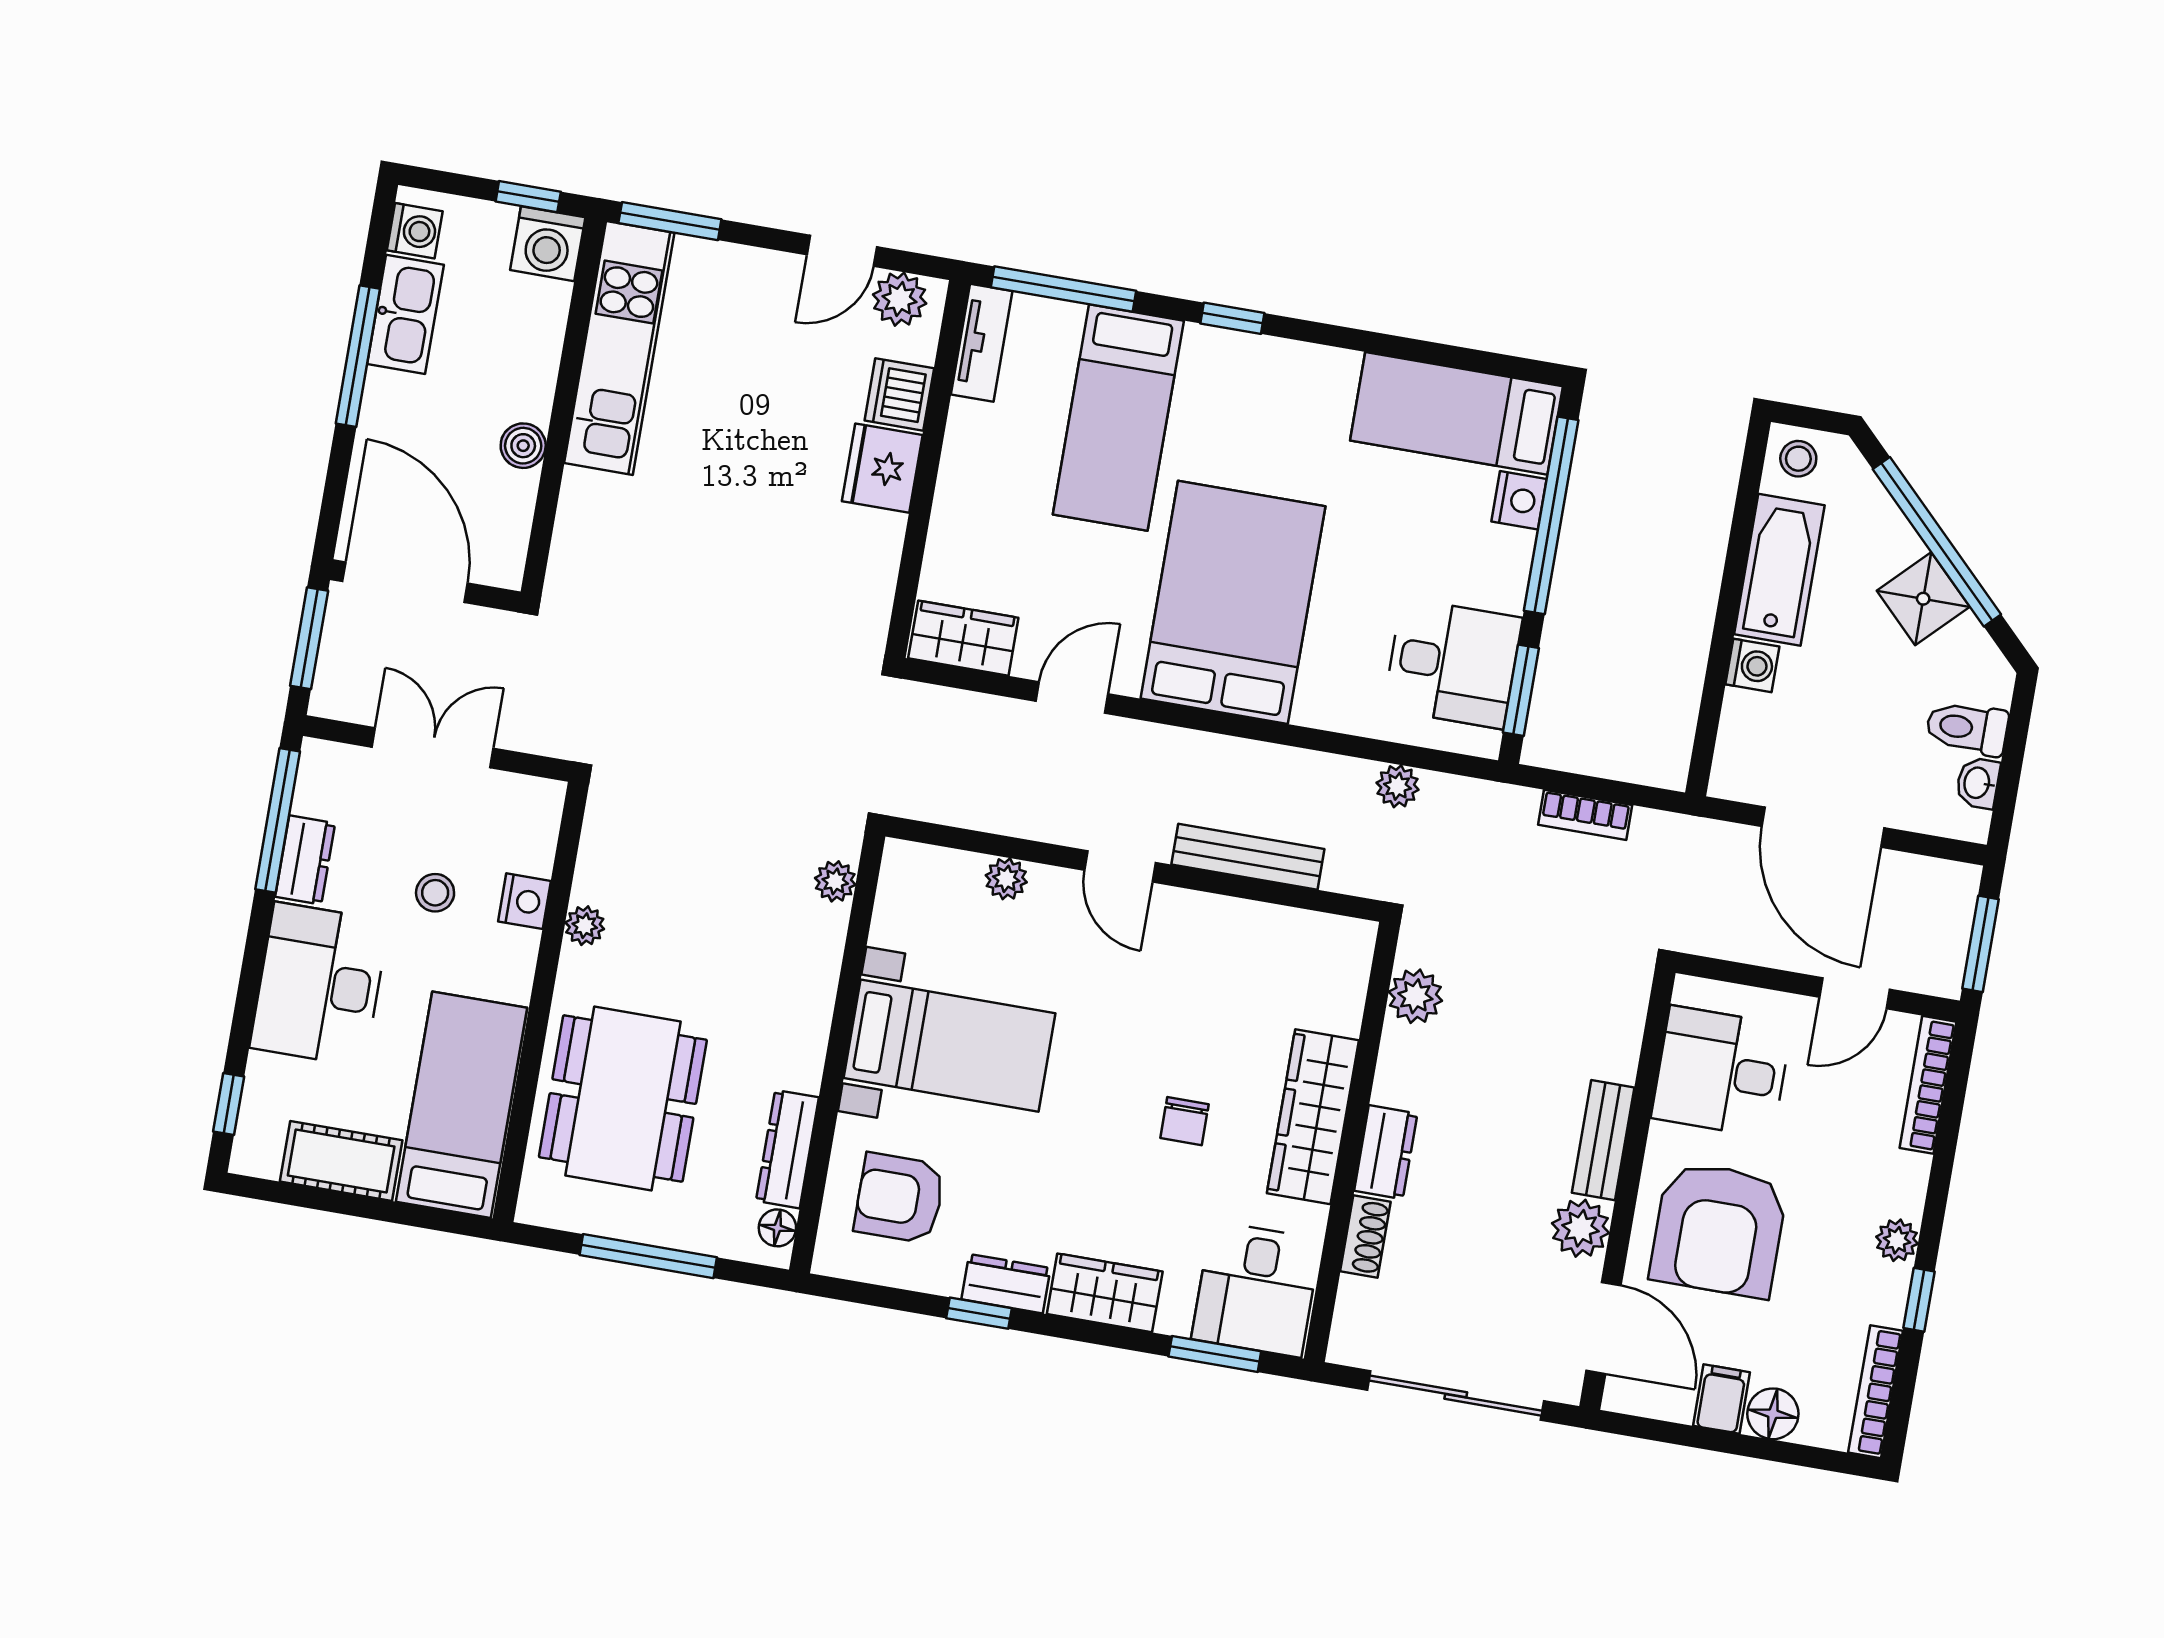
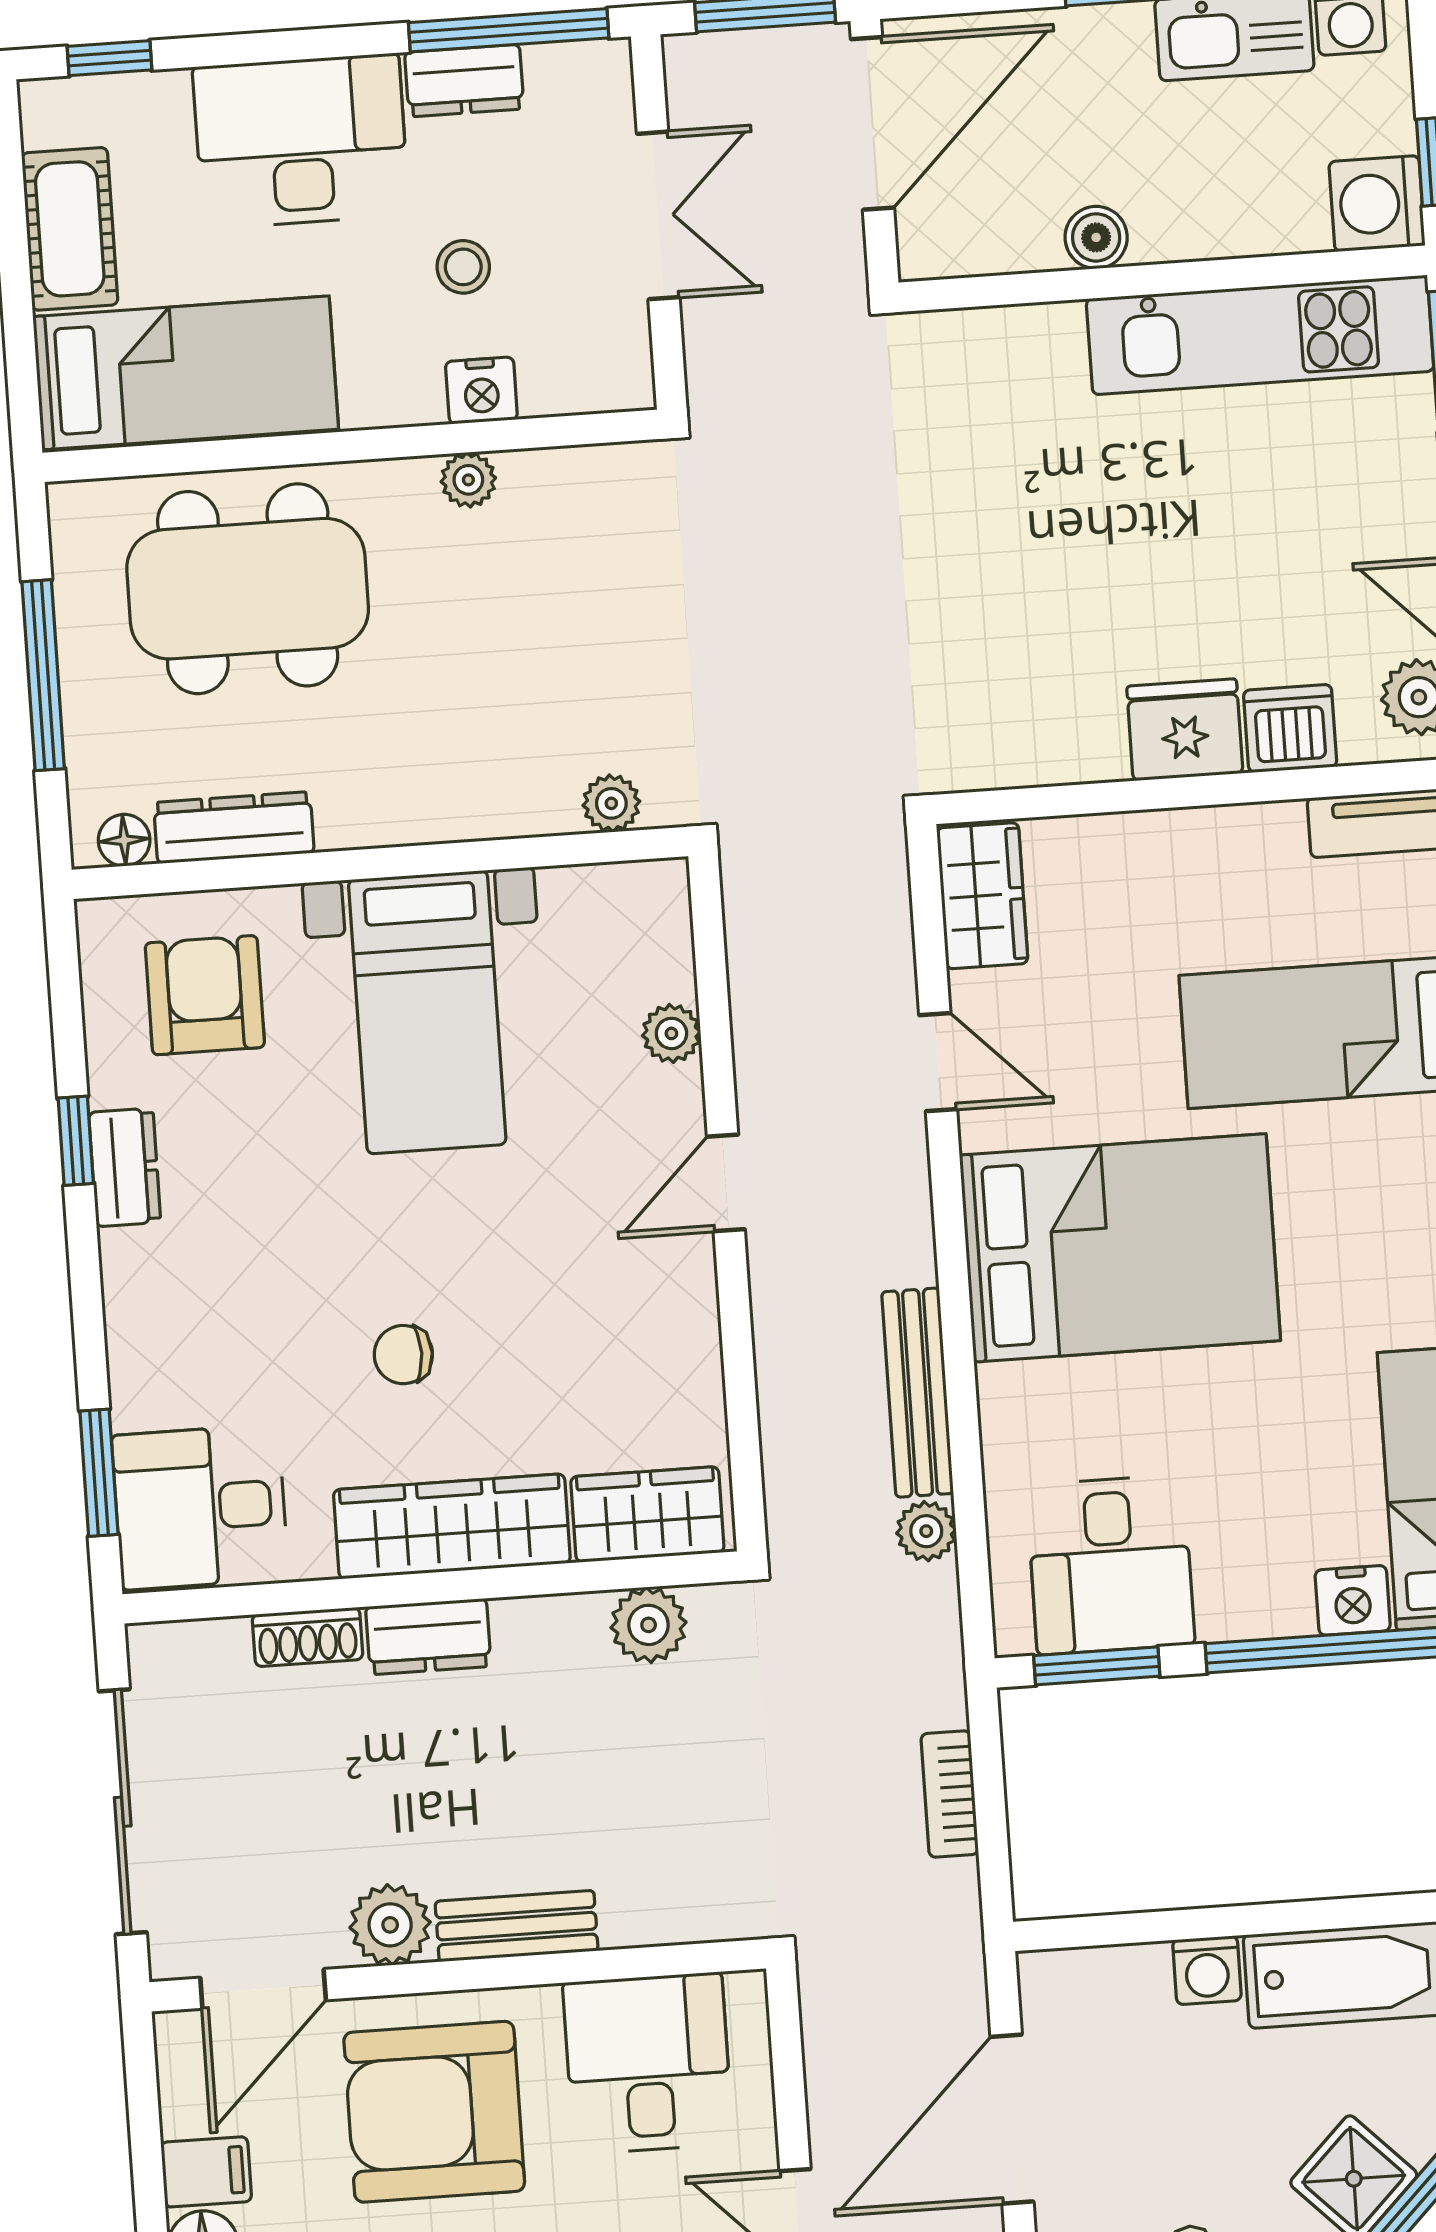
bench: (1248, 857) -> (918, 1393), moved
wardrobe: (1105, 1293) -> (647, 1514), moved, turned -90

